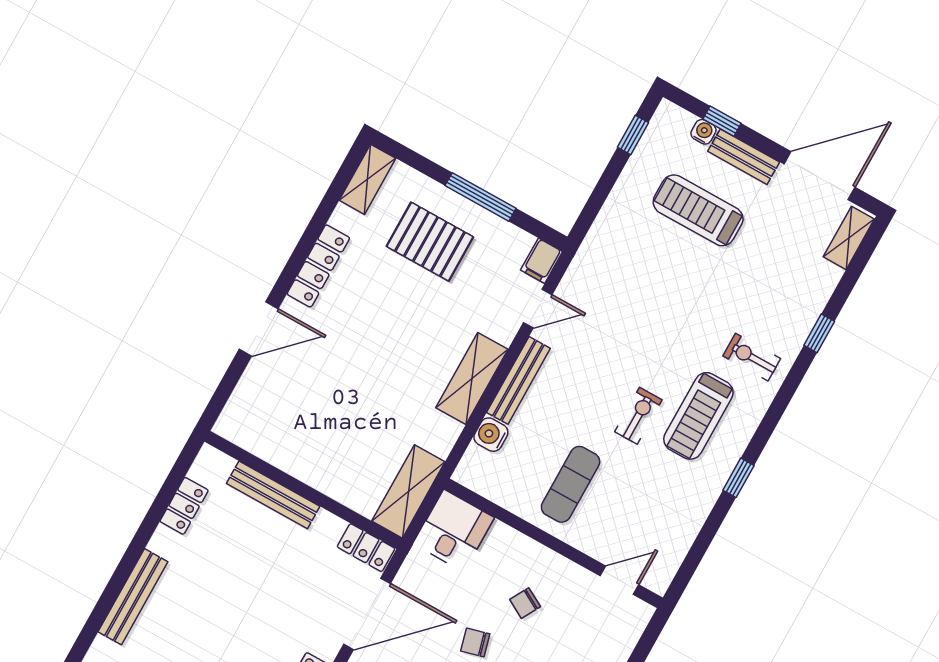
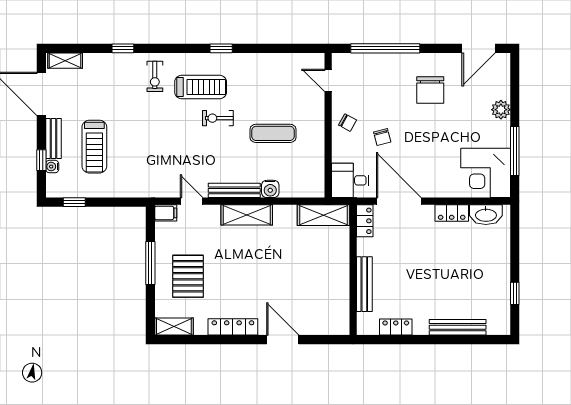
desk: (454, 531) -> (350, 180), moved
wall: (553, 543) -> (328, 125), moved
door: (619, 580) -> (328, 80), moved

